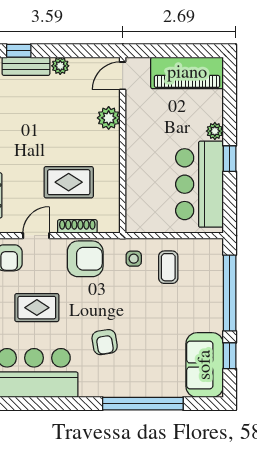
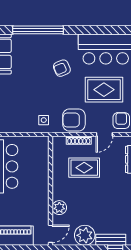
plant: (60, 66) -> (85, 235), width x1.88, depth x1.88
coffee table: (168, 267) -> (22, 115), removed
rug: (37, 308) -> (104, 90), width x1.36, depth x1.43
armchair: (105, 342) -> (62, 68), turned -104

